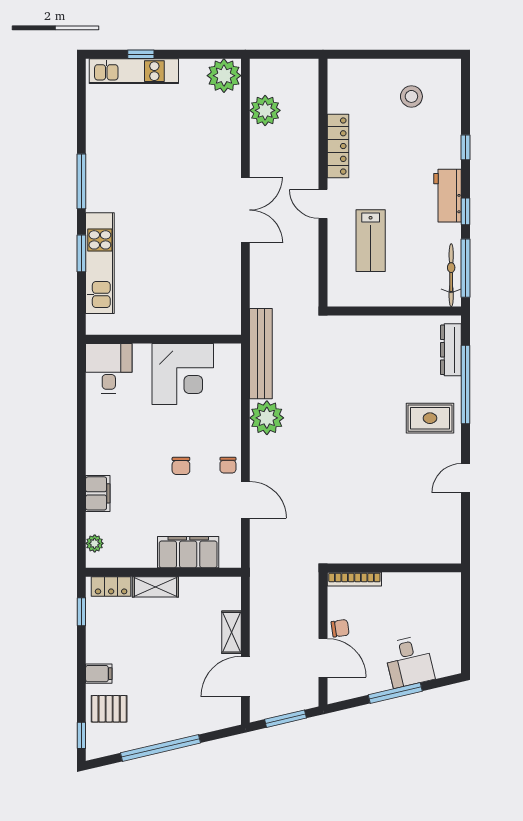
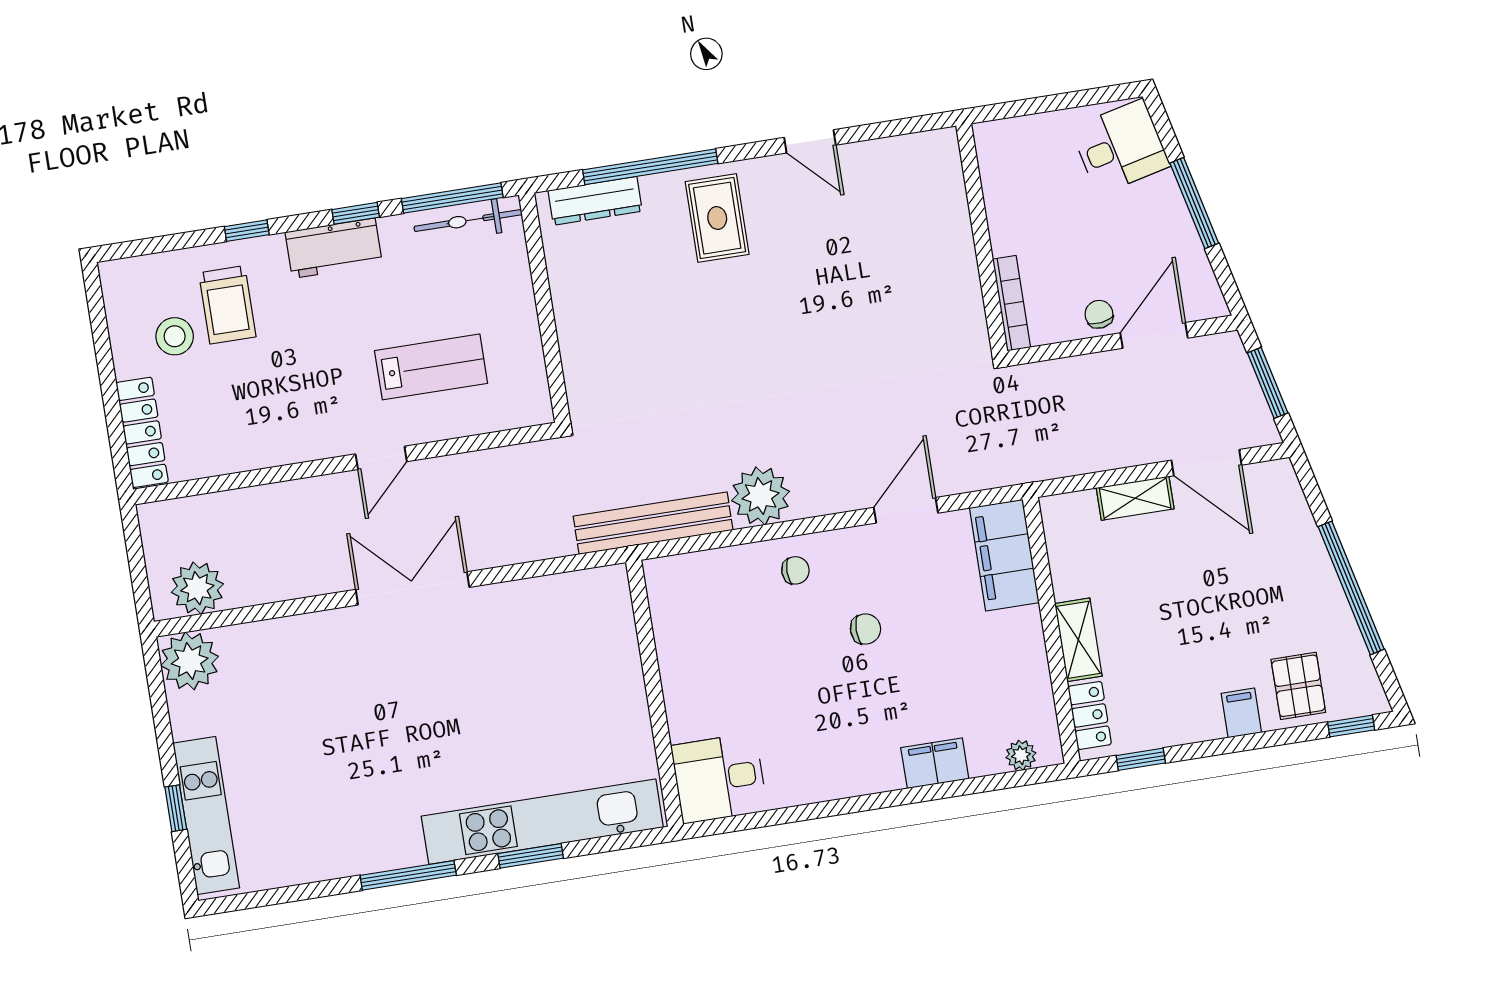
plant: (265, 110) -> (197, 588), moved
trolley: (425, 130) -> (227, 305), added
locker: (338, 146) -> (142, 432), moved, turned 90
kitchen unit: (100, 263) -> (542, 822), width x1.36
corner desk: (183, 374) -> (709, 651), removed
chair: (228, 465) -> (795, 570), moved
filing cabinet: (188, 552) -> (1004, 555), moved
desk: (409, 661) -> (1120, 147), moved

